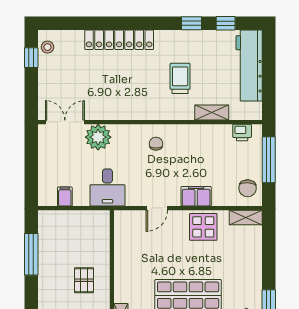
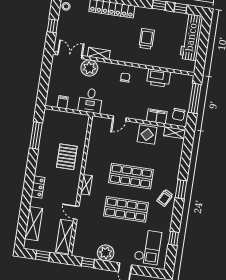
window: (31, 58) -> (53, 26), moved
shelving: (212, 113) -> (99, 54), moved
printer: (242, 133) -> (158, 78), moved, width x1.87, depth x1.48
filing cabinet: (196, 196) -> (157, 116), moved
pallet: (84, 280) -> (67, 157), width x1.50, depth x1.42

